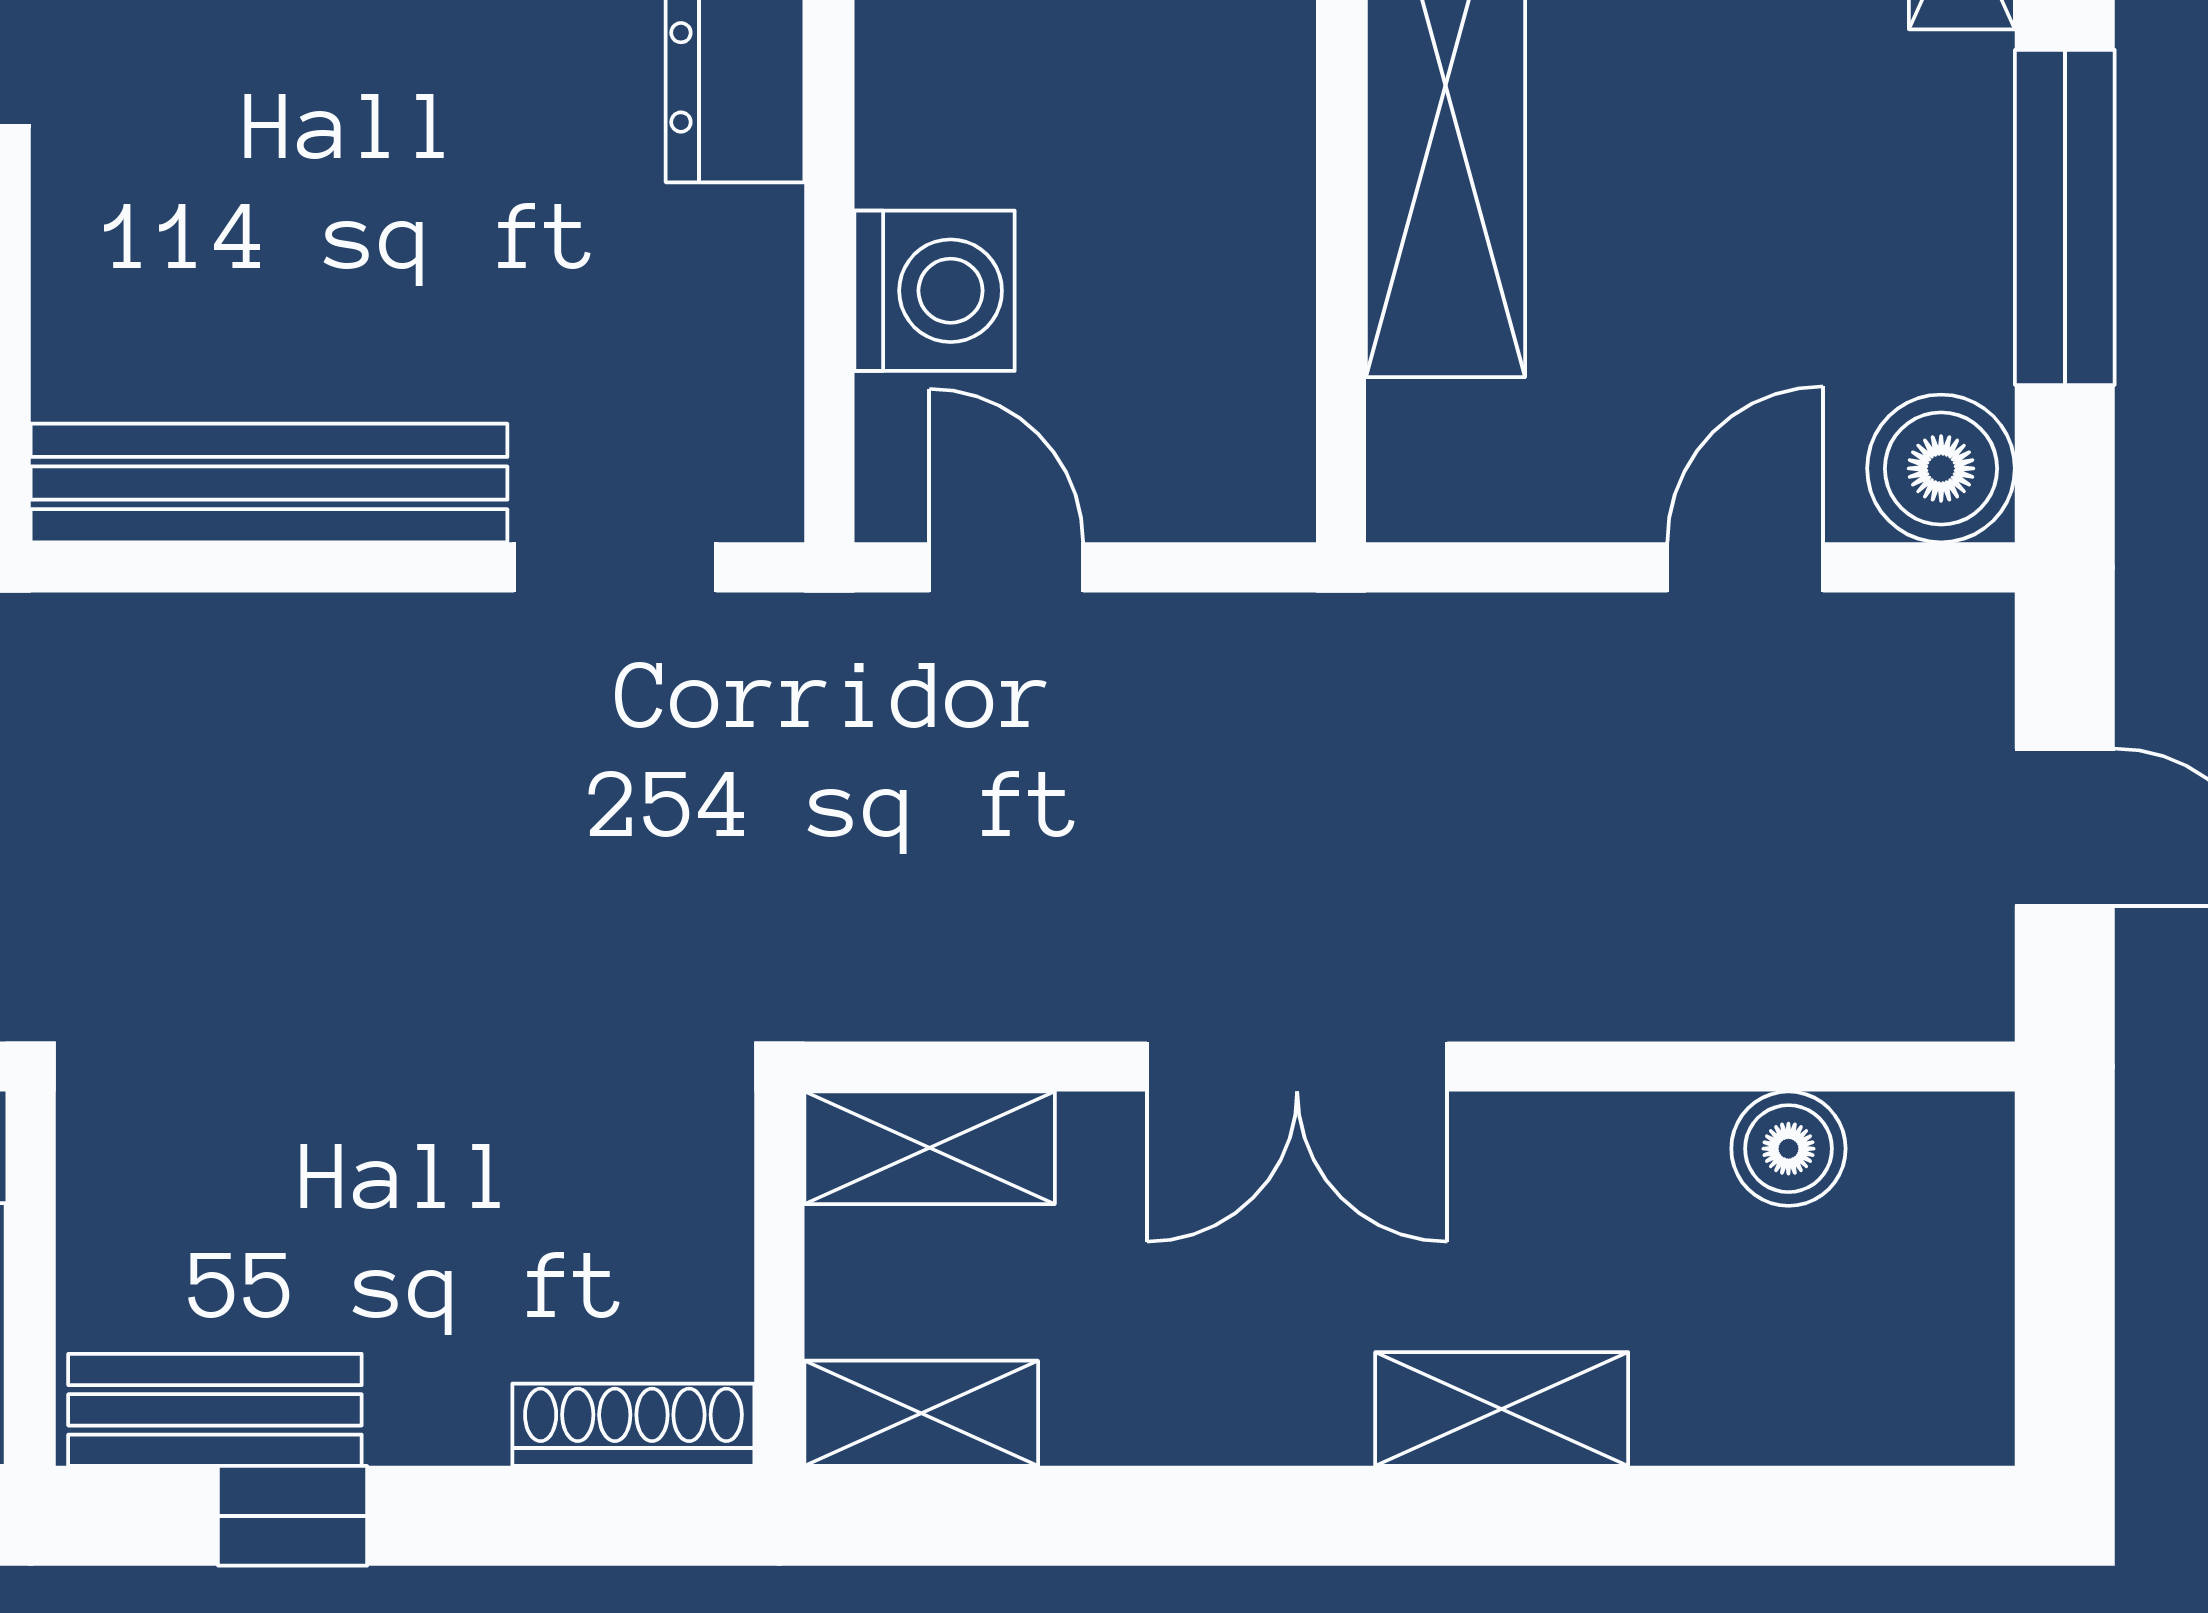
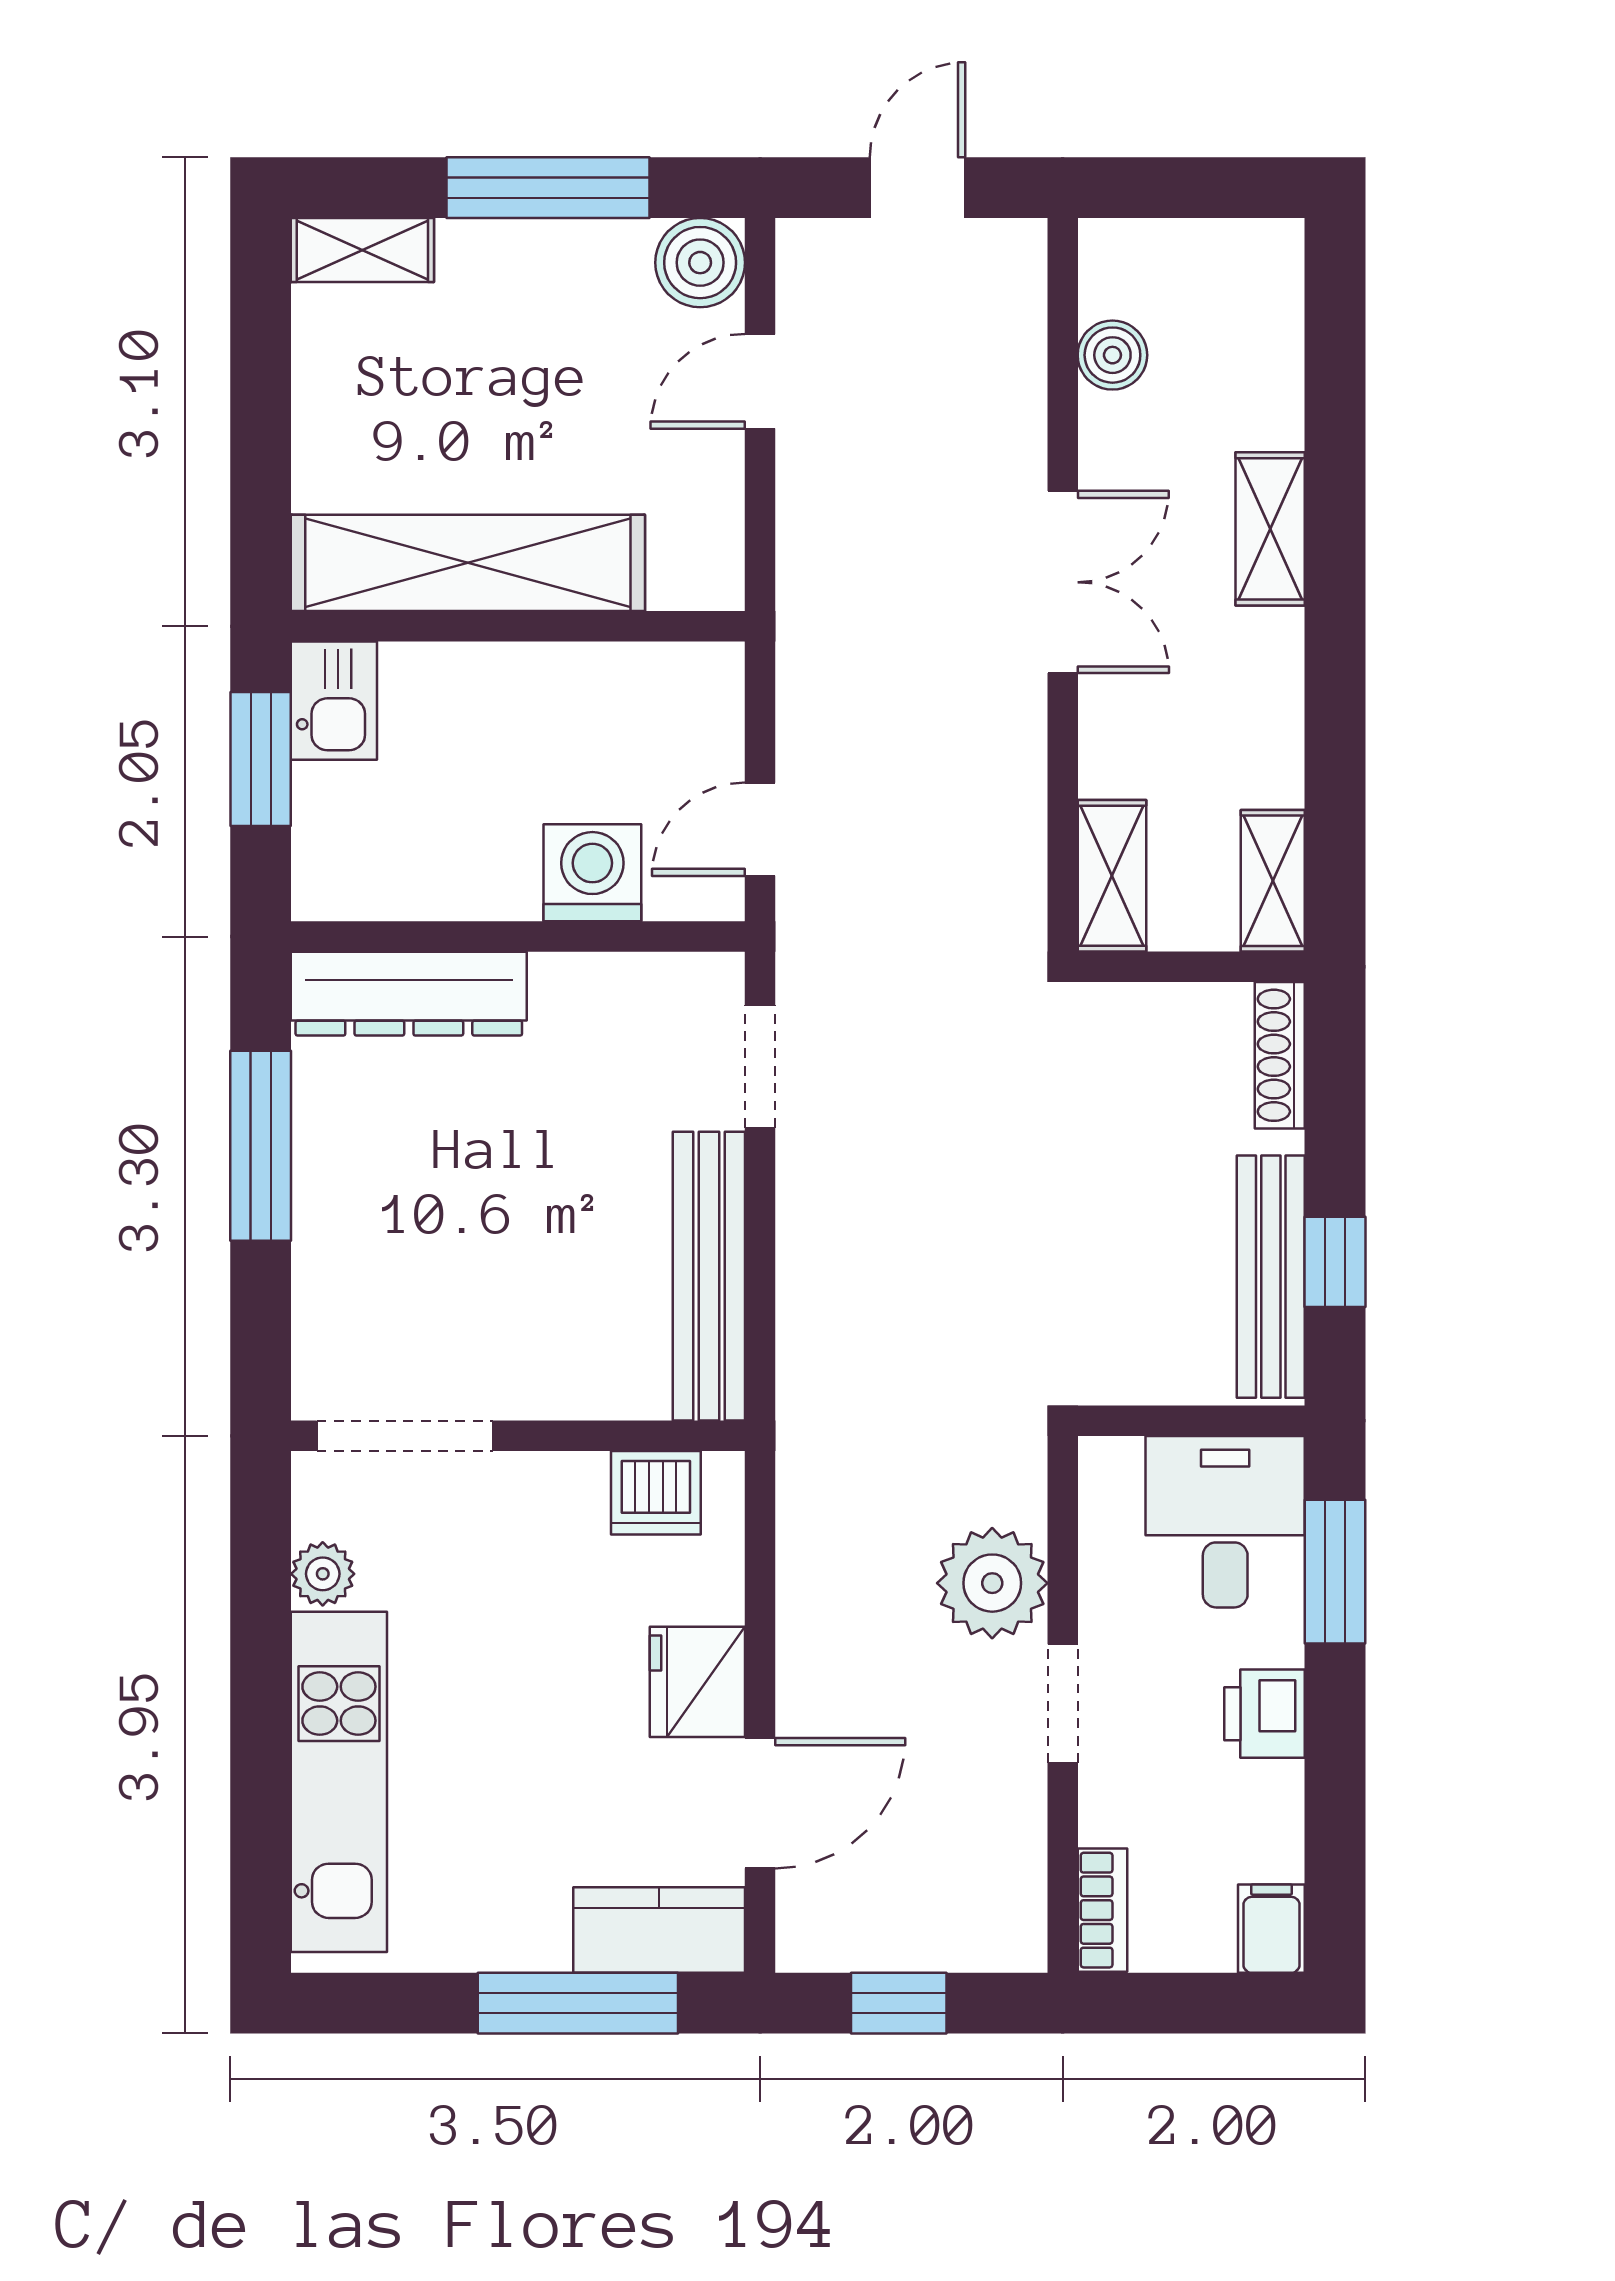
door: (1745, 567) -> (760, 381), hinge flipped
double door: (1297, 1067) -> (1063, 582), moved
bench: (215, 1410) -> (1271, 1277), width x1.36

